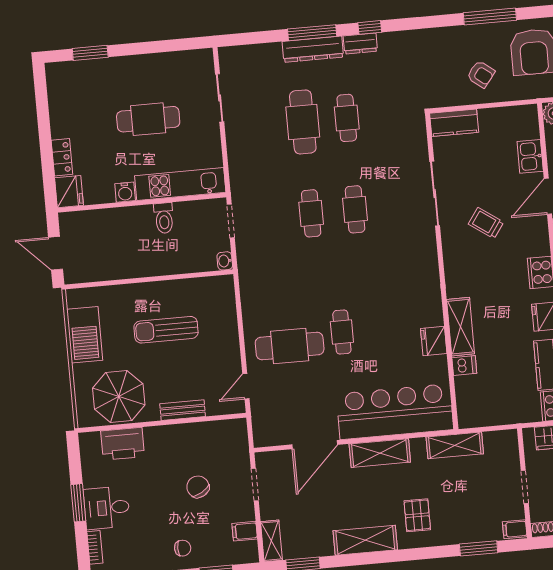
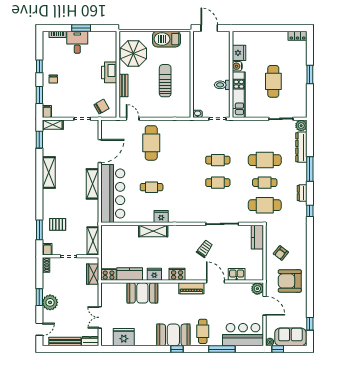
window: (490, 16) -> (310, 260), removed
window: (370, 27) -> (310, 211), moved
dresser: (313, 49) -> (301, 147), moved
window: (90, 53) -> (310, 75), moved
plant: (229, 57) -> (301, 126), added
cafe table: (391, 114) -> (265, 205), added
locker: (62, 157) -> (297, 36), moved
fridge: (69, 192) -> (239, 53), moved, turned -90
door: (56, 253) -> (209, 28), hinge flipped
cafe table: (342, 332) -> (152, 187), moved
fridge: (434, 341) -> (161, 217), moved
dishwasher: (464, 366) -> (133, 231), removed
printer: (123, 444) -> (109, 72), moved
door: (315, 445) -> (100, 151), swing flipped
shelving: (455, 445) -> (93, 241), moved
chair: (198, 487) -> (101, 107), moved
pallet: (417, 515) -> (58, 224), moved
filing cabinet: (245, 531) -> (47, 111), moved

